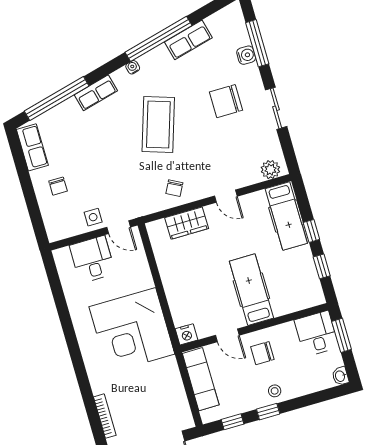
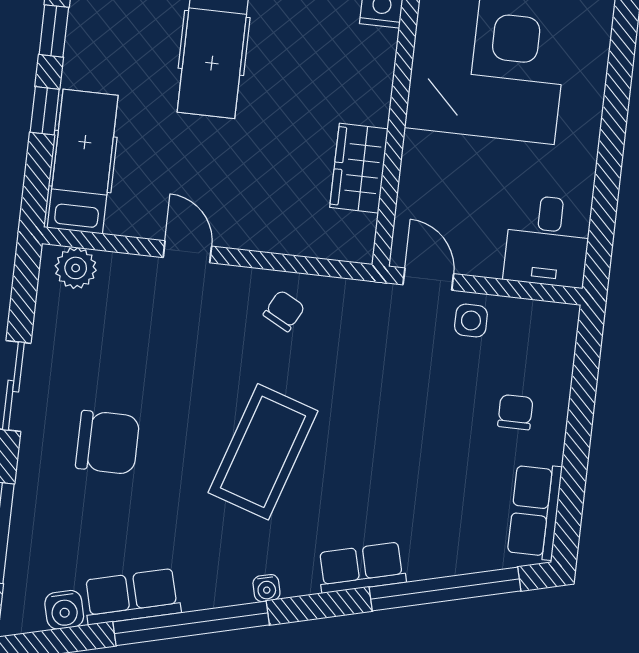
water cooler: (246, 55) -> (64, 610), moved, turned -104
wardrobe: (187, 223) -> (359, 168), moved, turned -90
desk: (92, 259) -> (548, 241), moved

